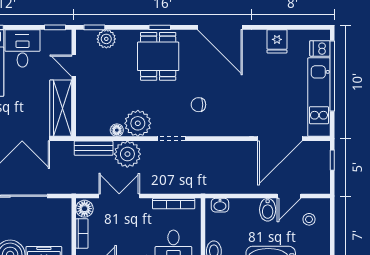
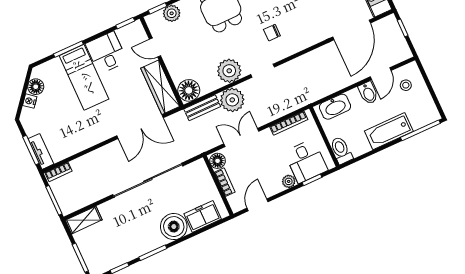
floor lamp: (117, 130) -> (189, 90), moved, width x1.89, depth x1.89
washbasin: (220, 205) -> (335, 107), width x1.91, depth x1.45

